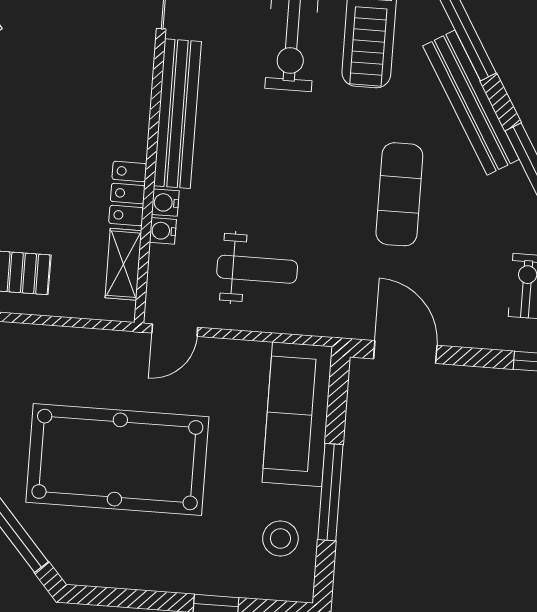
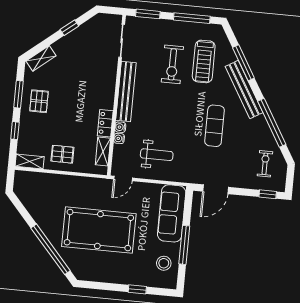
door: (405, 352) -> (216, 189), swing flipped

